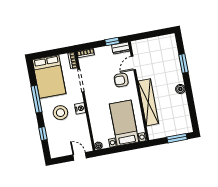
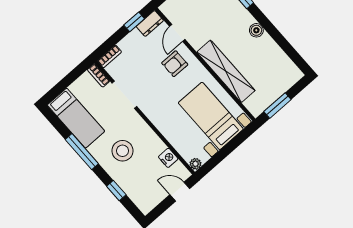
bed: (49, 77) -> (76, 118), width x0.67
nightstand: (80, 108) -> (168, 158), moved
window: (177, 138) -> (277, 105), moved

